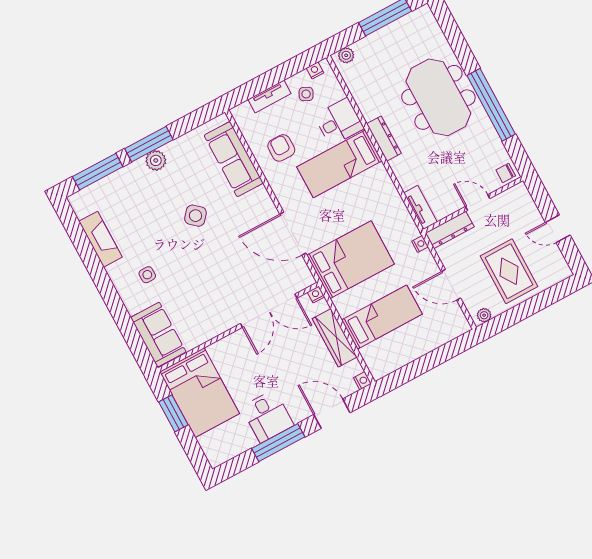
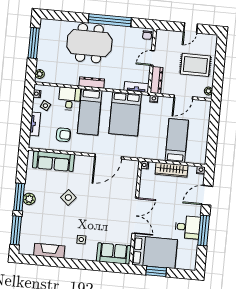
armchair: (281, 148) -> (63, 135), turned 180
bed: (351, 260) -> (125, 114), moved, turned 180
double door: (269, 311) -> (135, 216), moved

